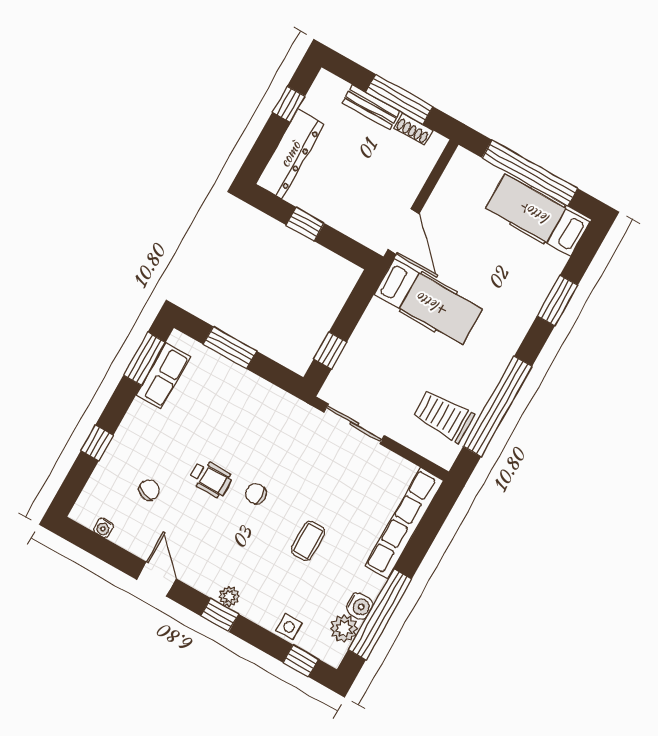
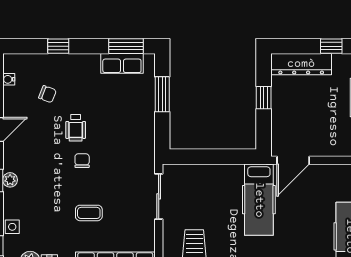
window: (330, 351) -> (195, 157), removed
coffee table: (308, 541) -> (89, 213), moved

